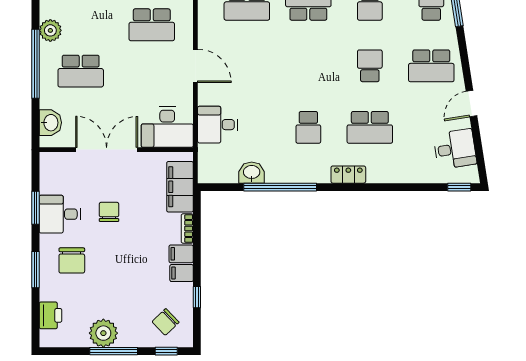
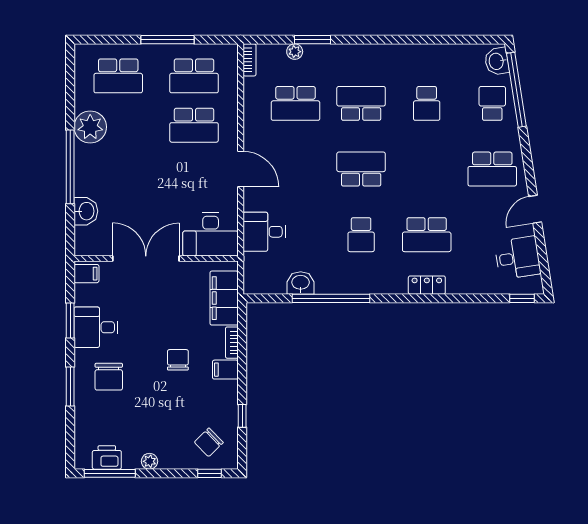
plant: (50, 30) -> (90, 127), width x1.36, depth x1.36
school desk: (370, 66) -> (361, 169), moved, width x1.85
school desk: (81, 71) -> (118, 175), removed
washbasin: (50, 123) -> (86, 211), moved
locker: (348, 175) -> (427, 285), moved
chair: (109, 212) -> (178, 360), moved
filing cabinet: (182, 273) -> (86, 274), moved, turned 180
printer: (50, 315) -> (107, 457), moved, turned -90
plant: (103, 333) -> (149, 461), width x0.53, depth x0.53
window: (114, 351) -> (110, 473), moved

